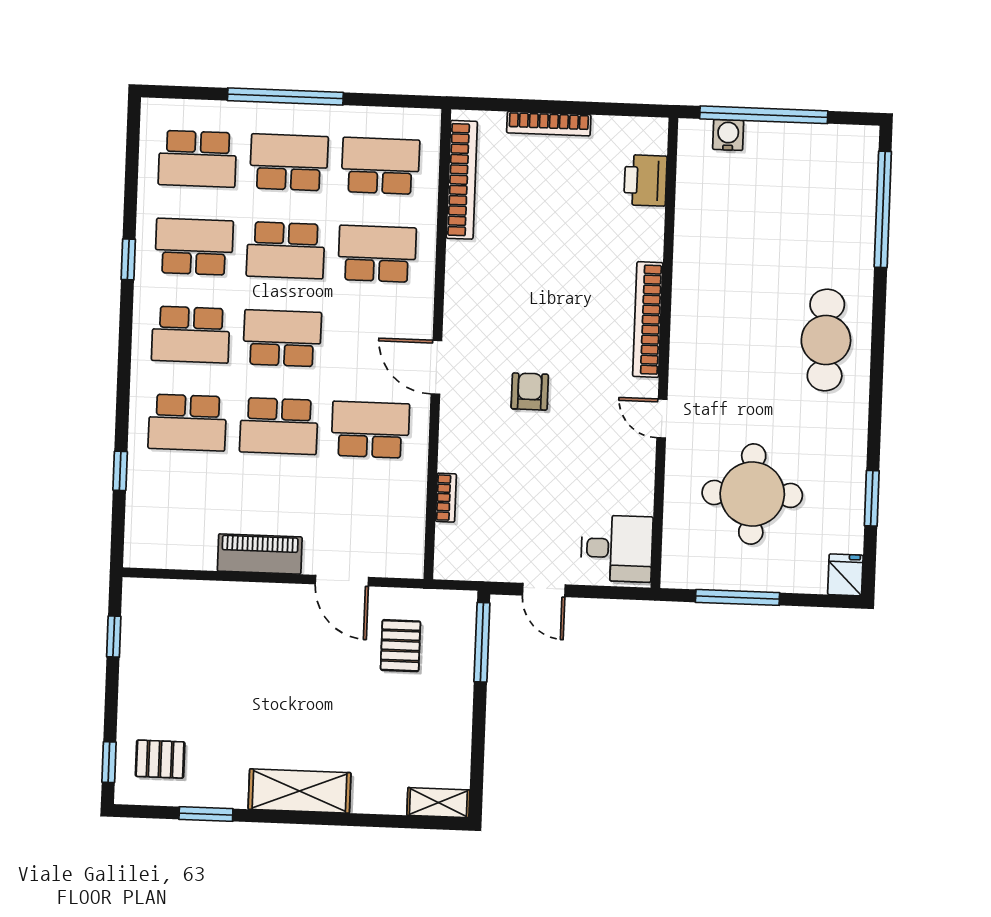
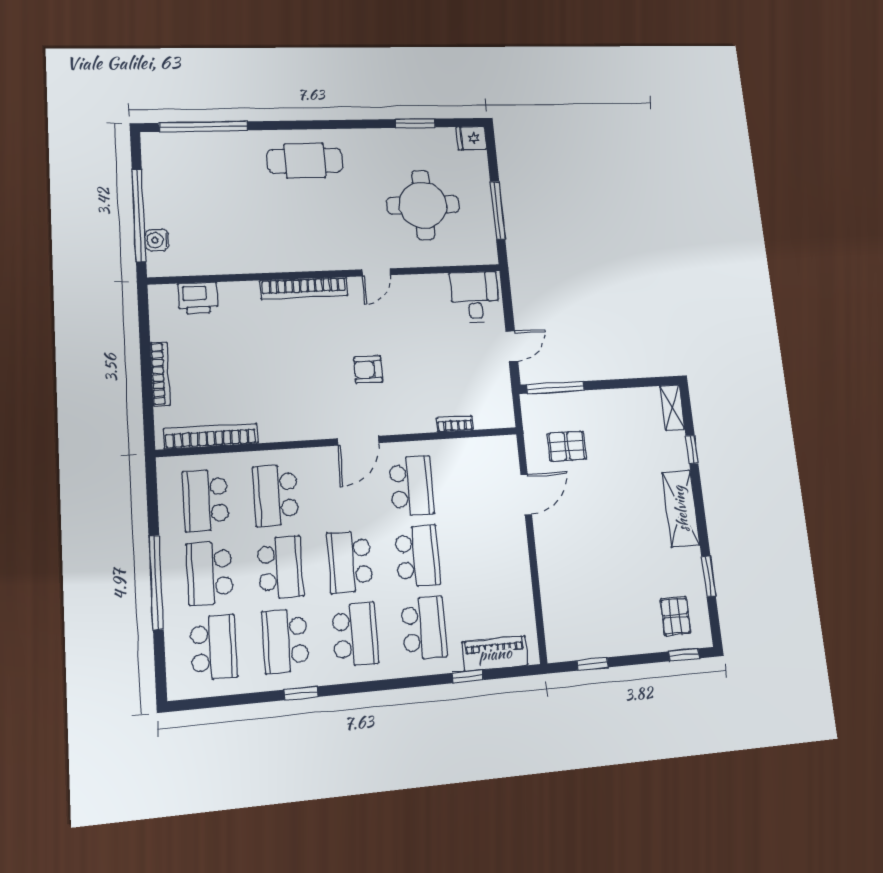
school desk: (370, 430) -> (411, 486), turned 180
piano: (260, 554) -> (495, 654), moved, turned 90
window: (378, 821) -> (692, 449), added

